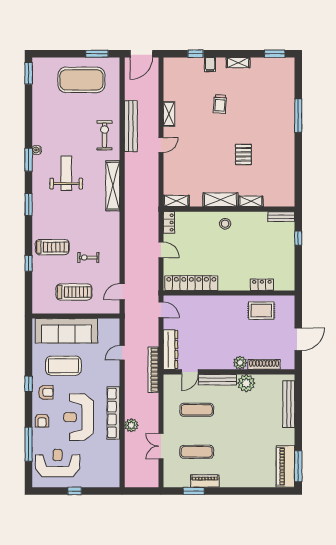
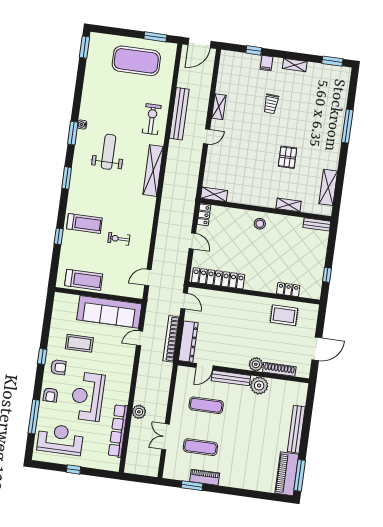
shelving: (220, 200) -> (328, 187), moved, turned 90
window: (298, 238) -> (327, 275), moved
treadmill: (74, 292) -> (84, 280), moved
sofa: (66, 331) -> (109, 312), moved
coffee table: (63, 366) -> (79, 343), width x0.73, depth x0.76
bookcase: (153, 370) -> (171, 339), moved
bench: (289, 404) -> (296, 429), moved
row of seats: (113, 413) -> (118, 431), moved

